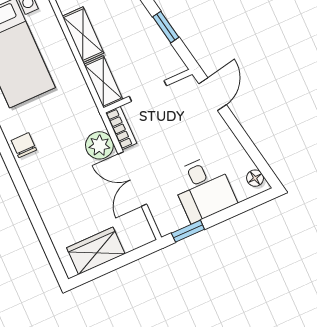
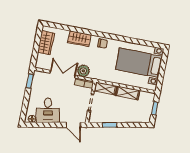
desk: (203, 188) -> (48, 110), moved, turned -101
wardrobe: (45, 195) -> (79, 39), added

